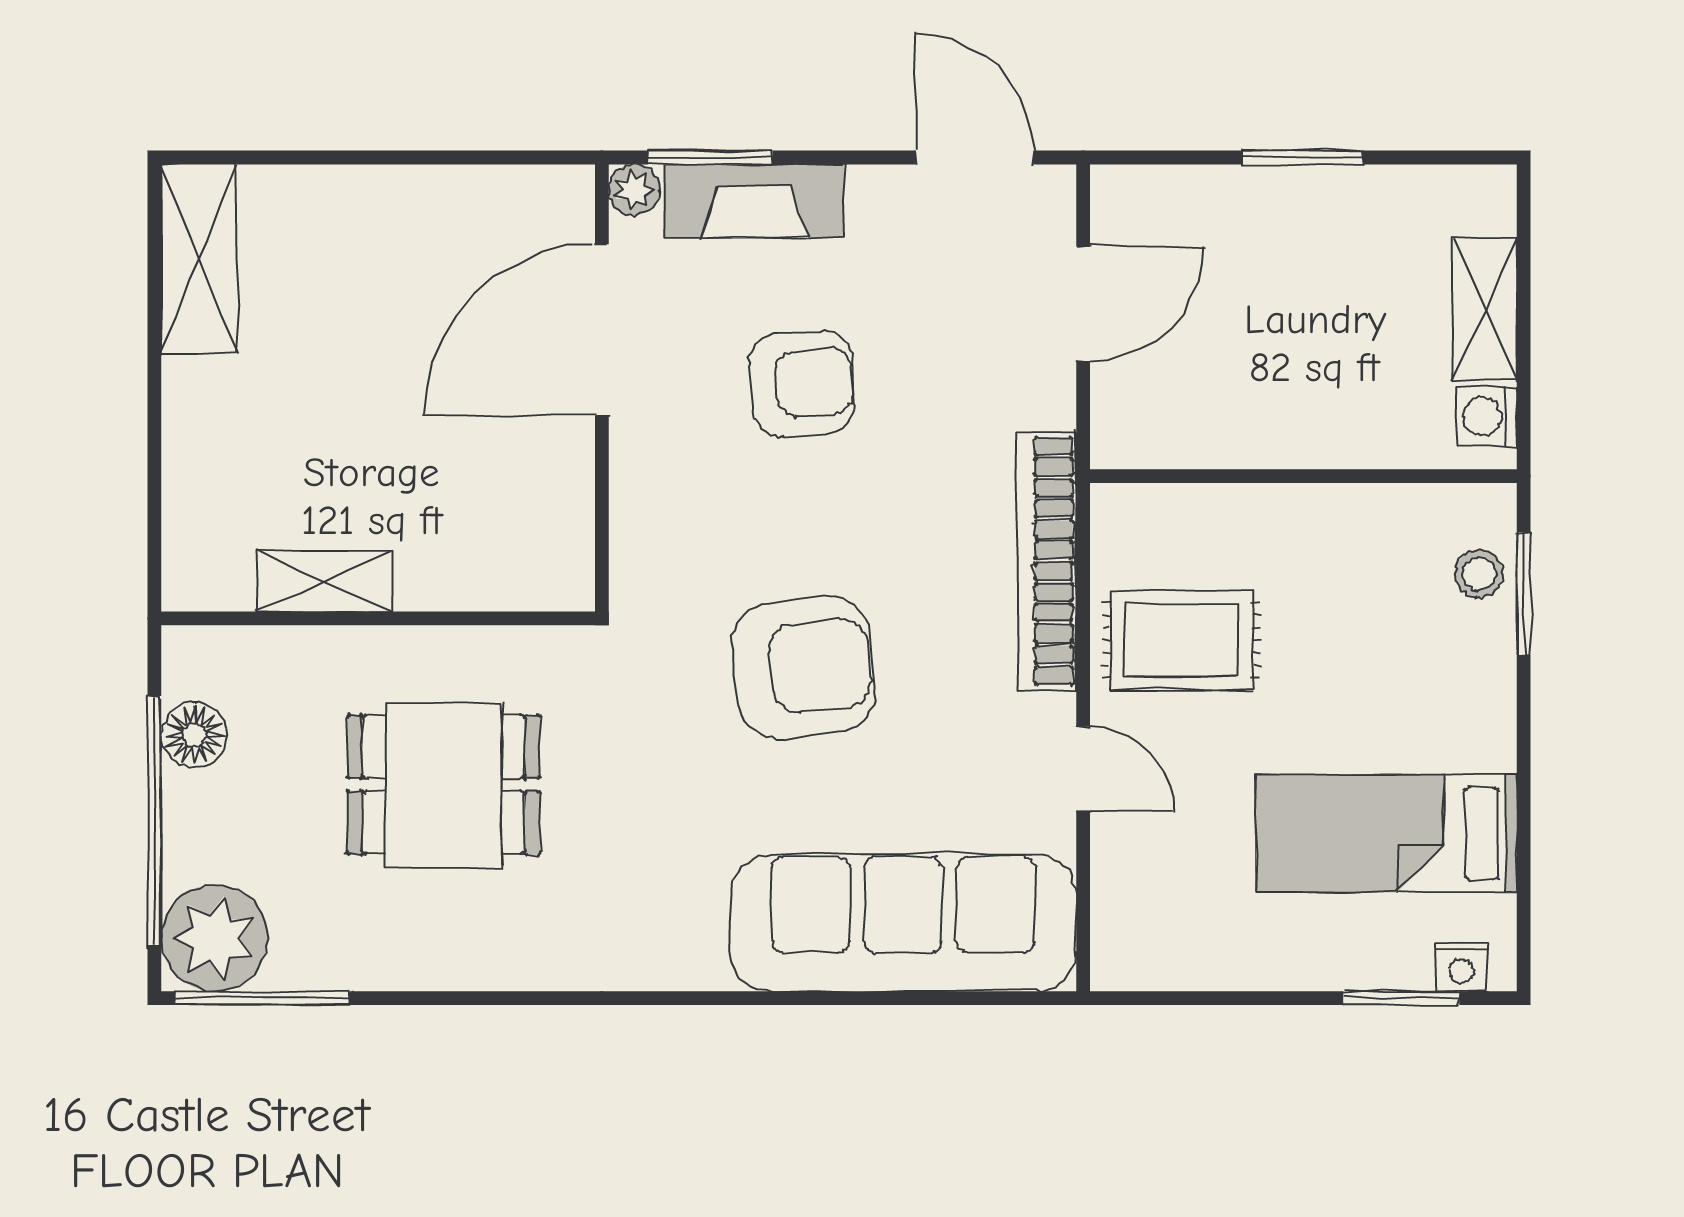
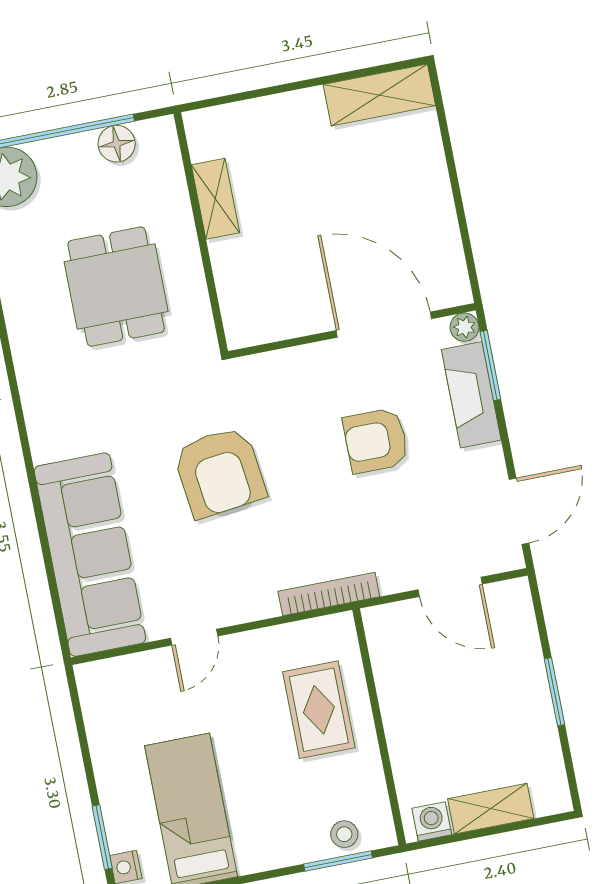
armchair: (802, 384) -> (376, 440), turned 94
bookcase: (1047, 561) -> (329, 594), width x0.68, depth x0.76
rug: (1181, 640) -> (319, 710), moved

